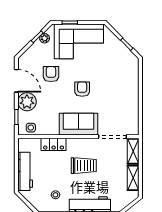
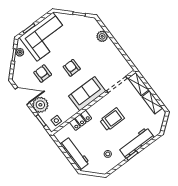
plant: (133, 81) -> (102, 36), added

